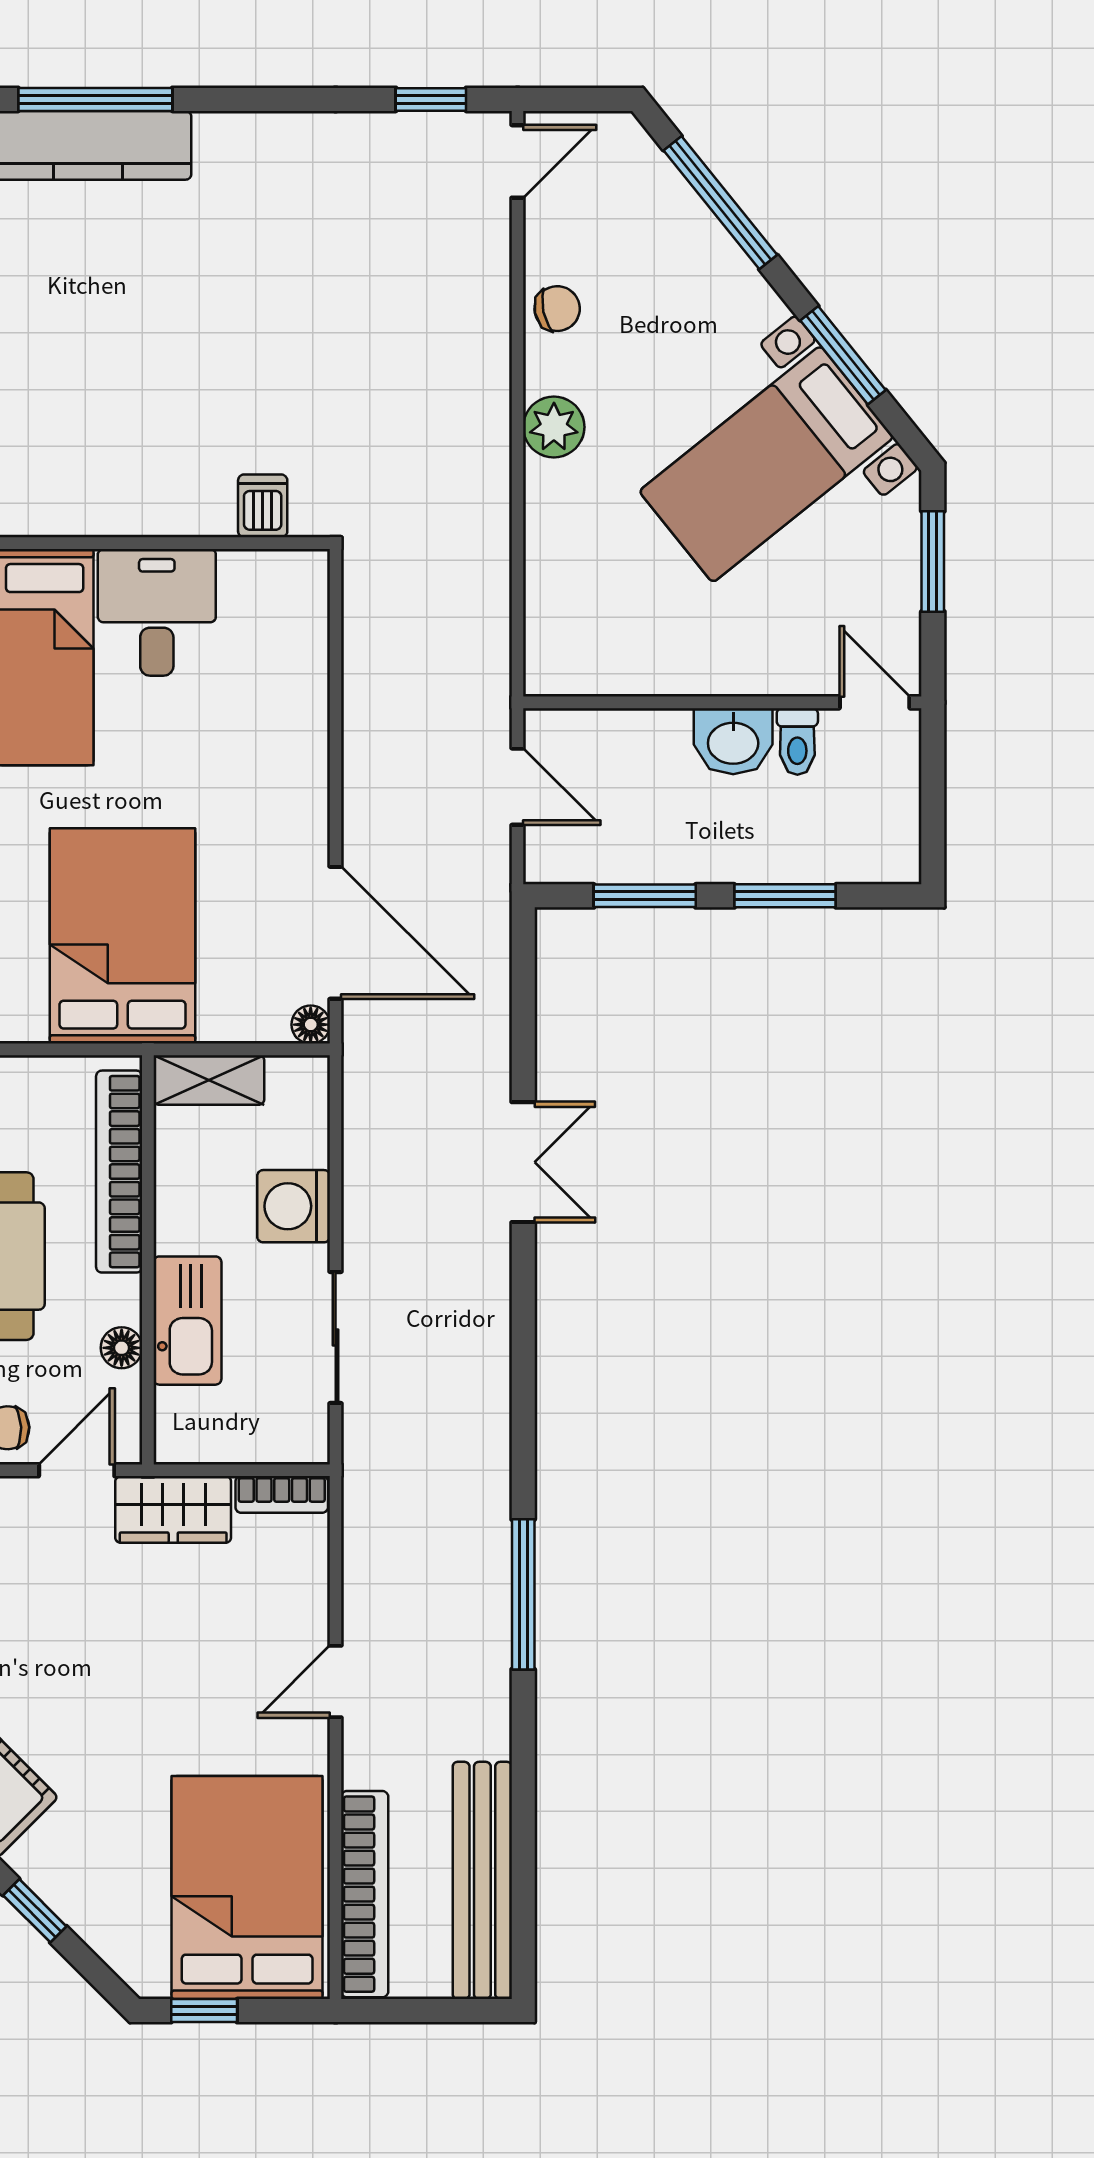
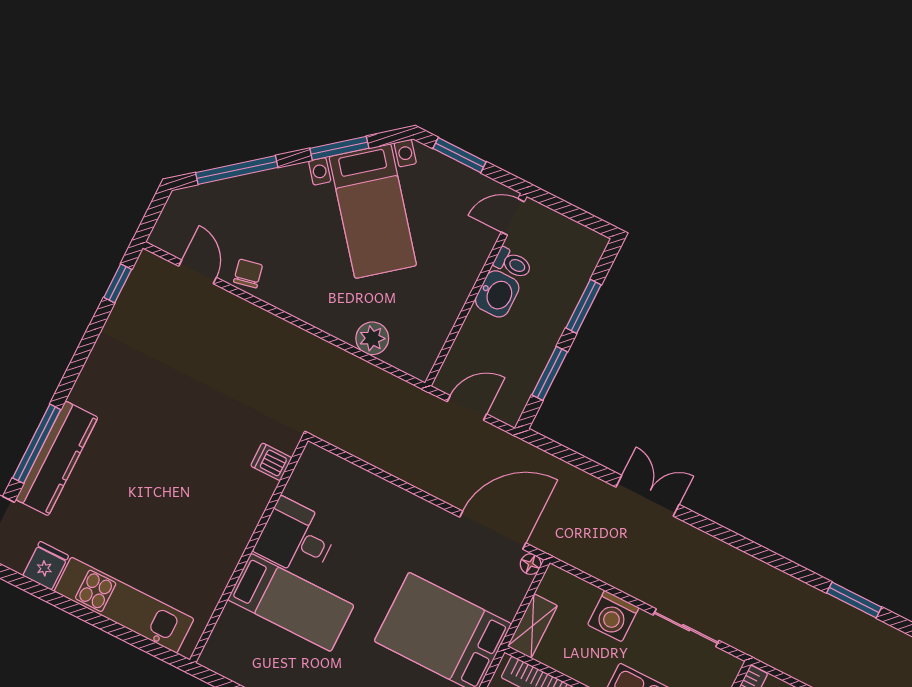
door: (518, 161) -> (198, 272), moved
plant: (554, 427) -> (372, 338), moved
window: (523, 1594) -> (854, 600), width x0.69

